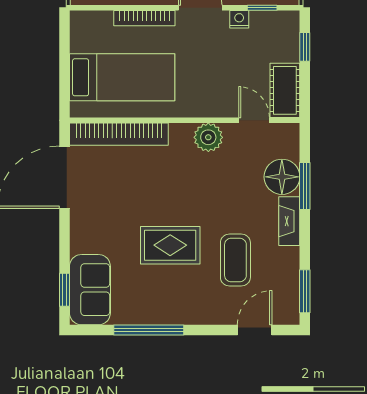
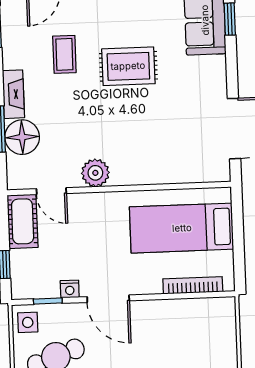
bookcase: (144, 18) -> (193, 285), moved
bookcase: (119, 134) -> (183, 173), removed
coffee table: (235, 260) -> (64, 54), width x0.73, depth x0.77

